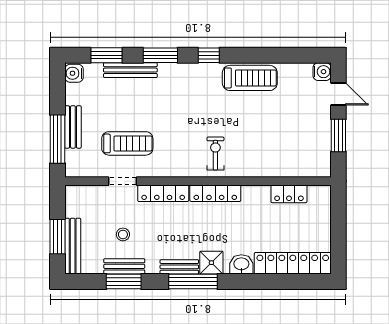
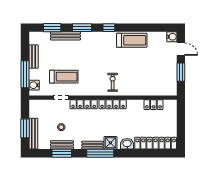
water cooler: (74, 73) -> (34, 85), moved
bench: (73, 127) -> (34, 57), moved

